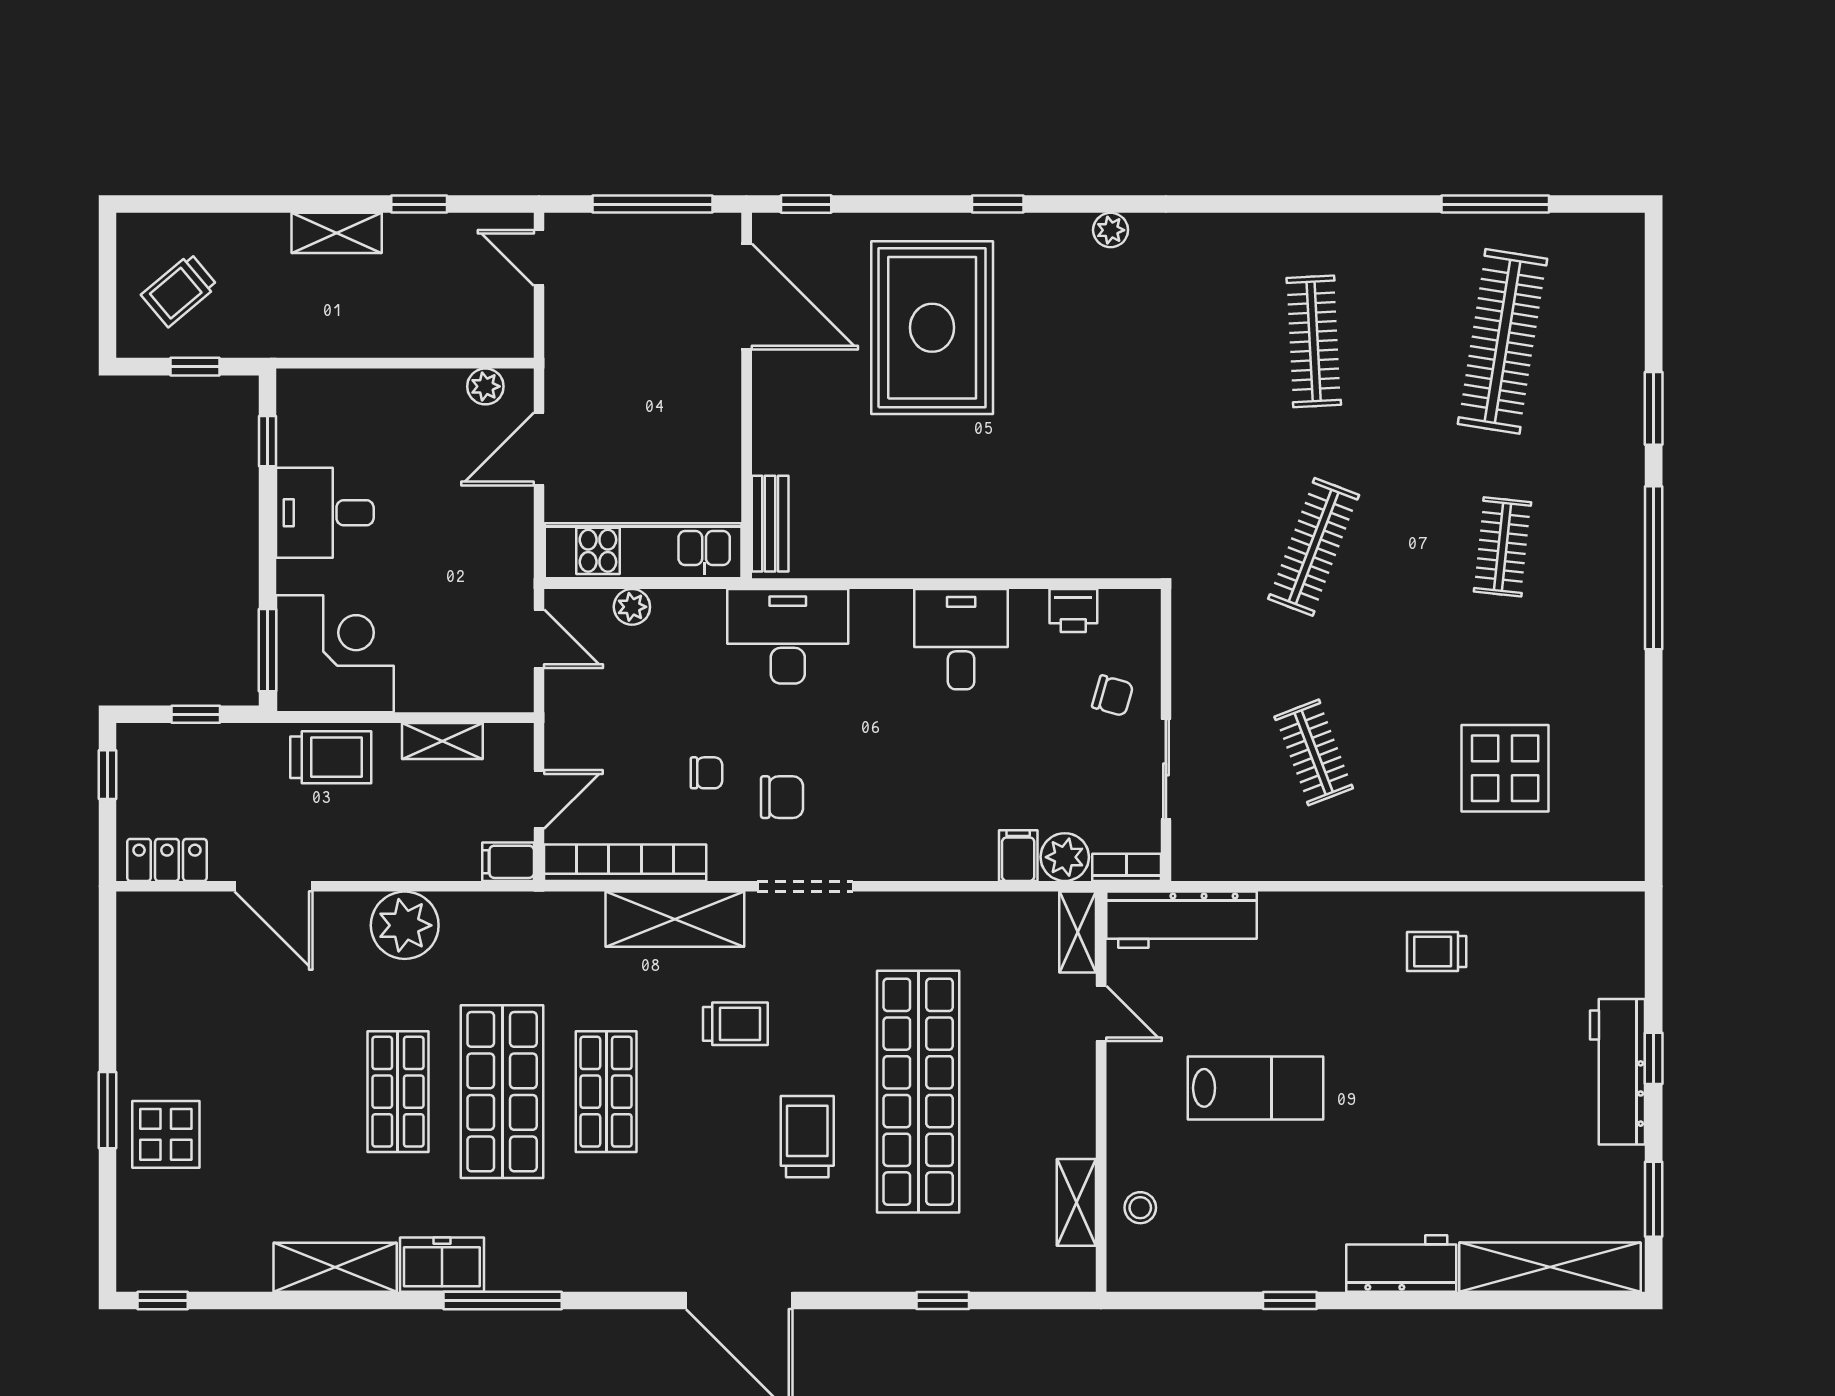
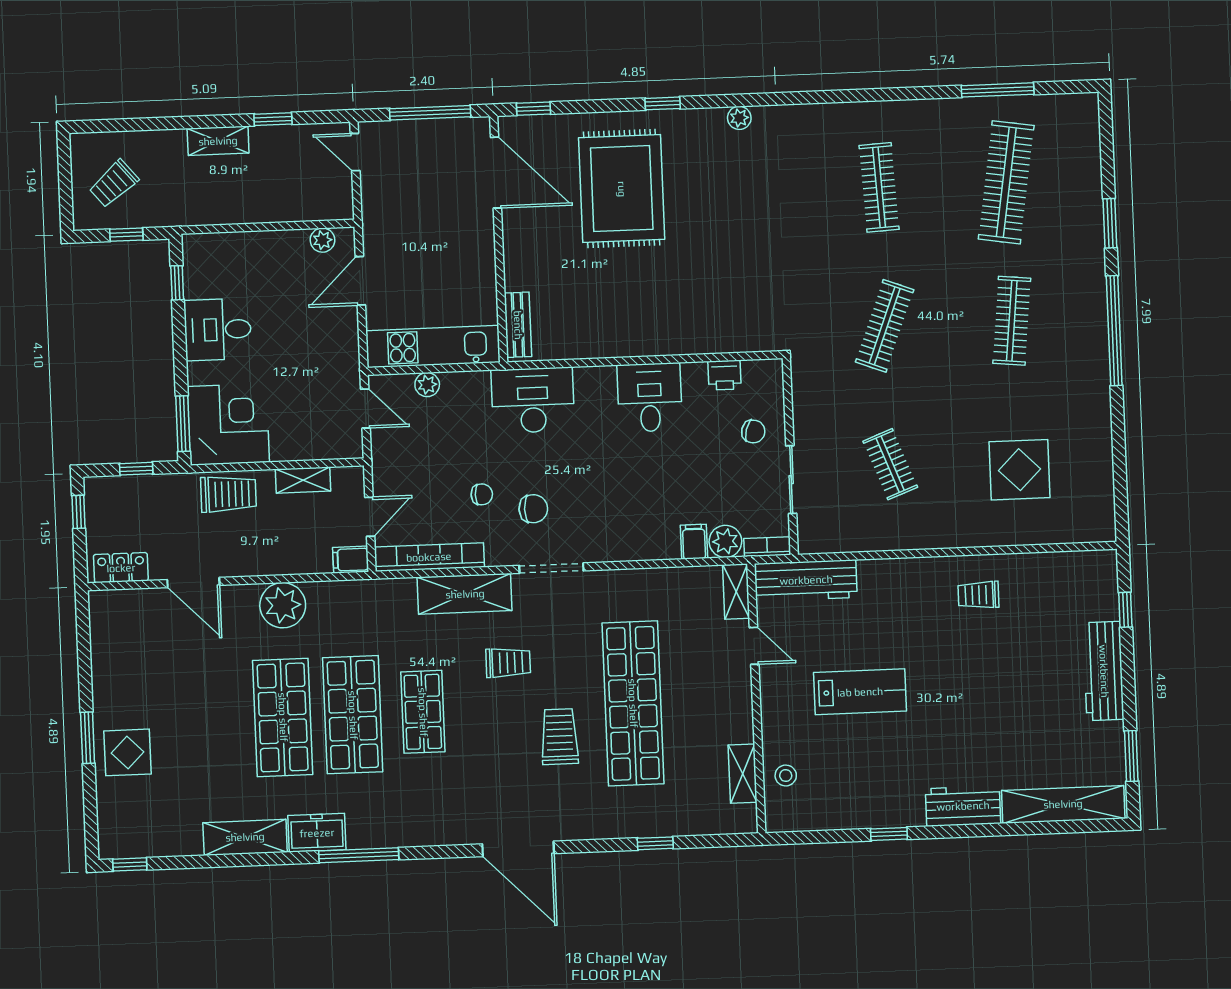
clothes rail: (1502, 547) -> (1012, 321), width x1.36
window: (1654, 1058) -> (1125, 610), moved
shop shelf: (398, 1092) -> (283, 717), width x1.43, depth x1.36

